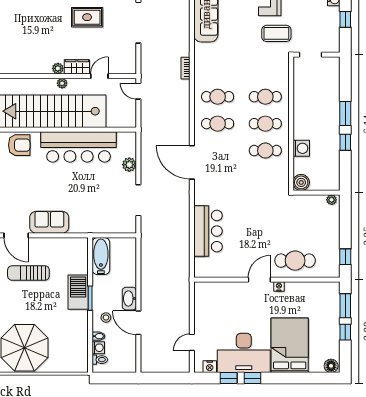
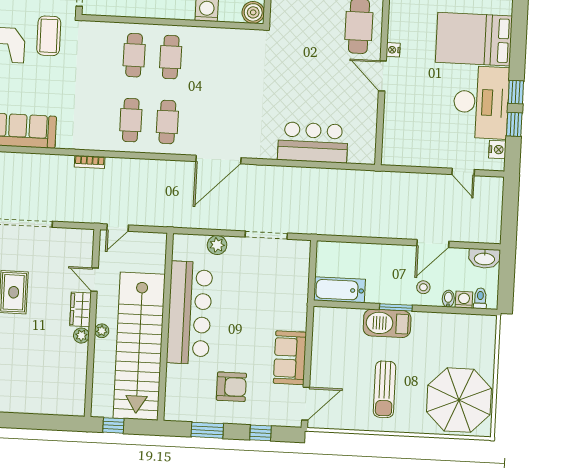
armchair: (19, 145) -> (231, 387), moved, turned 90
cafe table: (265, 151) -> (207, 59), removed
sun lounger: (28, 273) -> (385, 389), moved
washbasin: (129, 299) -> (484, 258), moved

